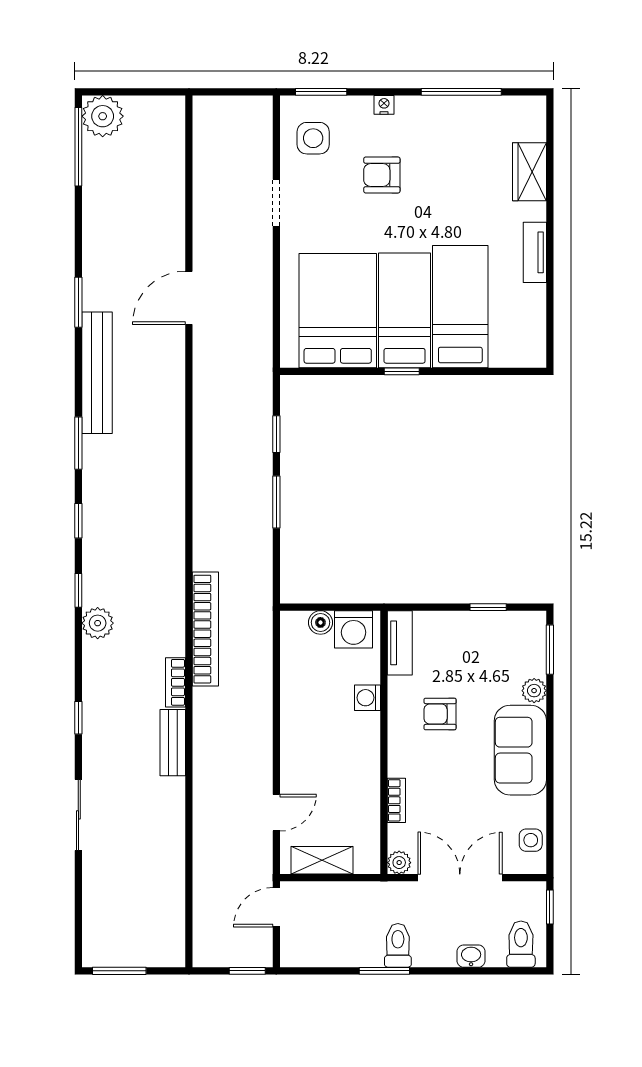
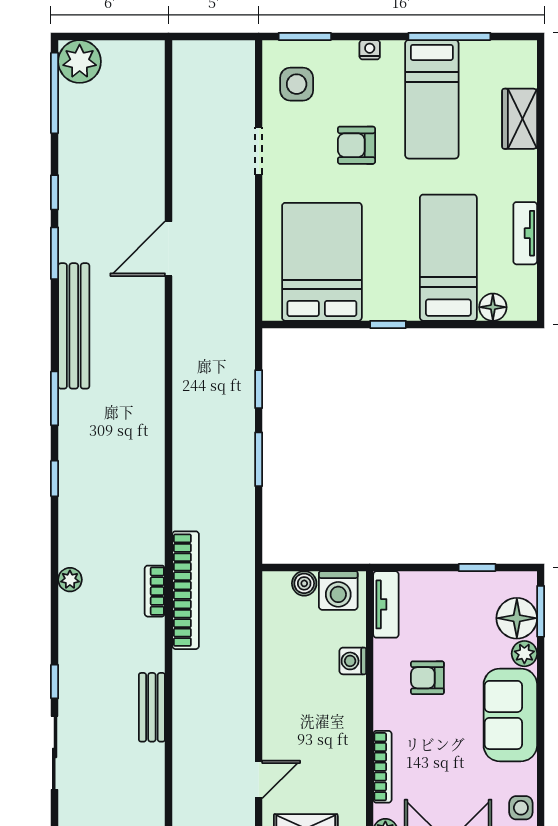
armchair: (382, 175) -> (356, 145), moved
tv unit: (535, 252) -> (525, 233), moved
bed: (405, 310) -> (432, 99), moved, turned 180
floor lamp: (503, 355) -> (493, 307), added
window: (78, 590) -> (55, 192), moved
plant: (98, 623) -> (70, 580), width x0.73, depth x0.73
floor lamp: (527, 656) -> (517, 618), added
bookcase: (176, 682) -> (155, 591), moved
bookcase: (396, 800) -> (382, 767), width x1.56
sliding door: (78, 815) -> (55, 753), moved

